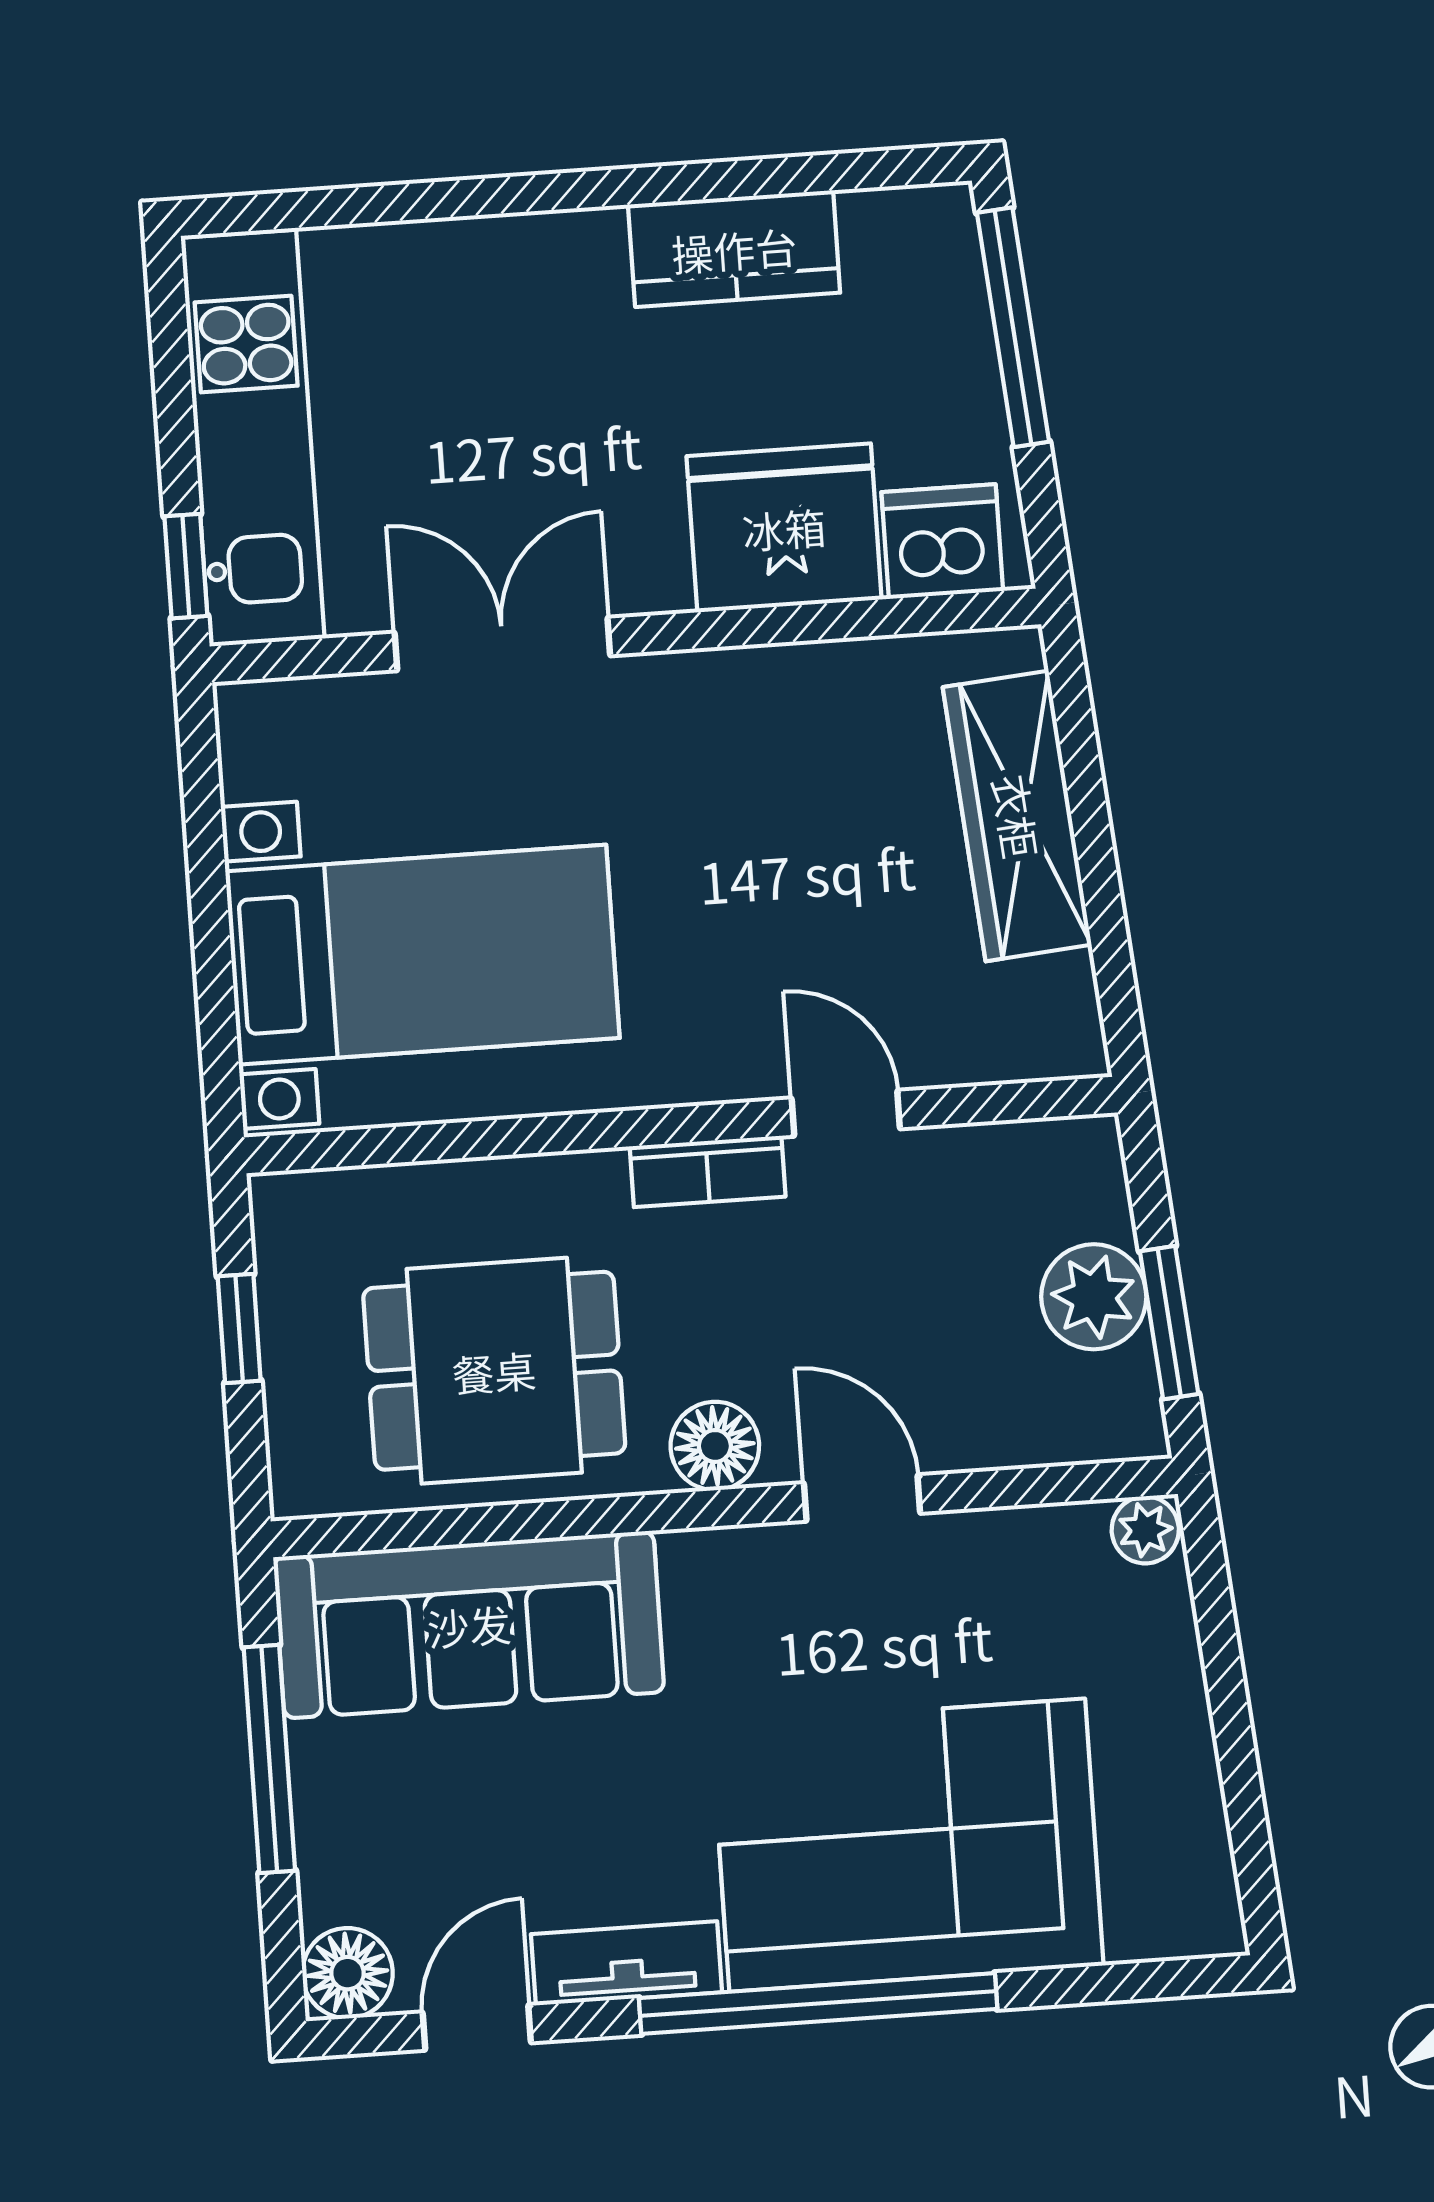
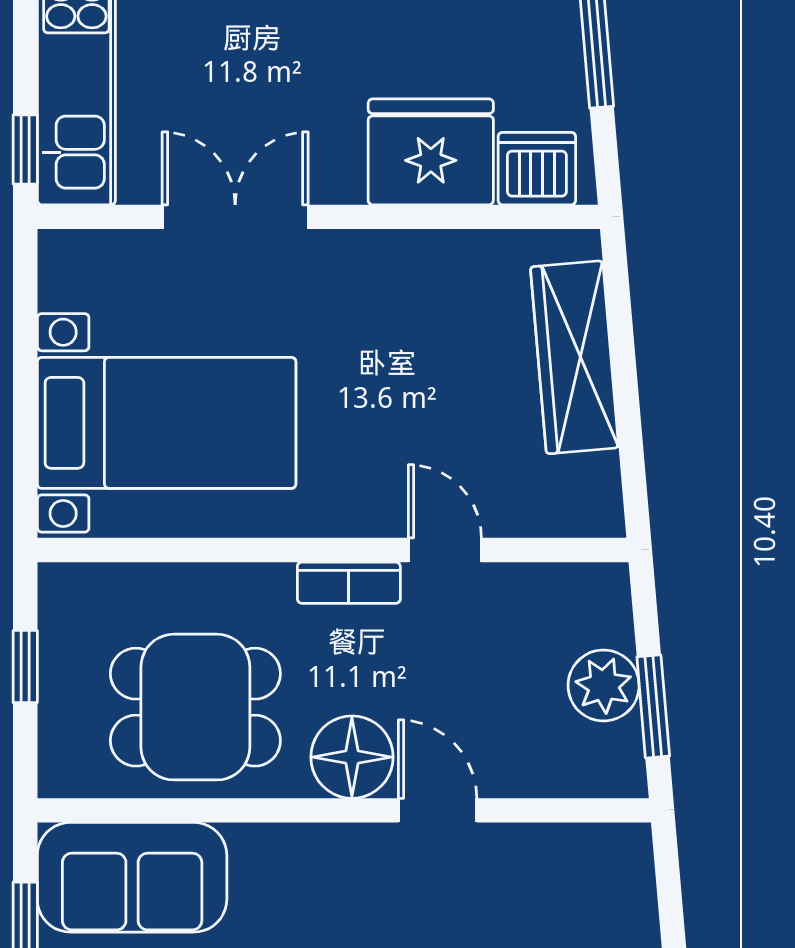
floor lamp: (715, 1446) -> (352, 757), width x1.38, depth x1.38
plant: (1145, 1530) -> (627, 845), removed
sofa: (469, 1625) -> (132, 877), width x0.73

